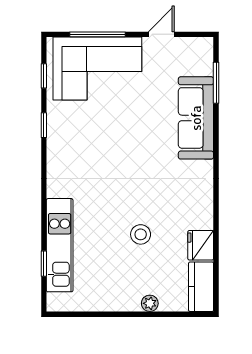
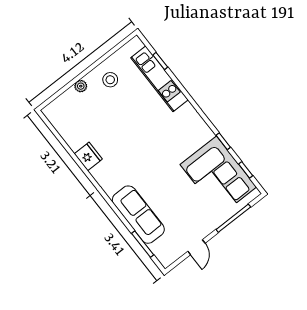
corner sofa: (97, 68) -> (218, 176), moved, turned -90
stool: (141, 234) -> (110, 80), moved
fridge: (201, 245) -> (88, 156), moved
kitchen counter: (201, 287) -> (59, 119), removed

